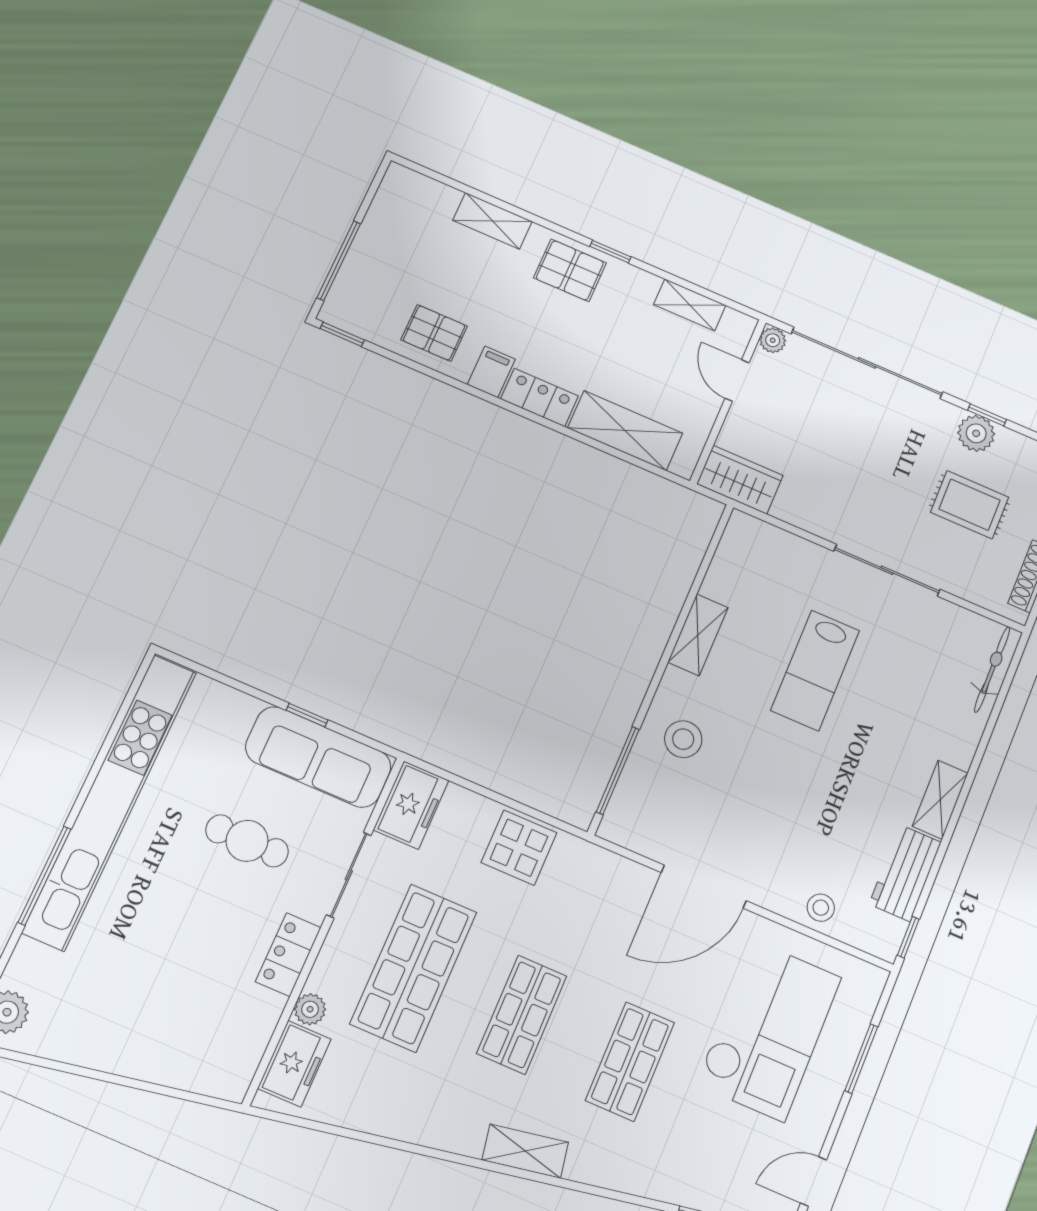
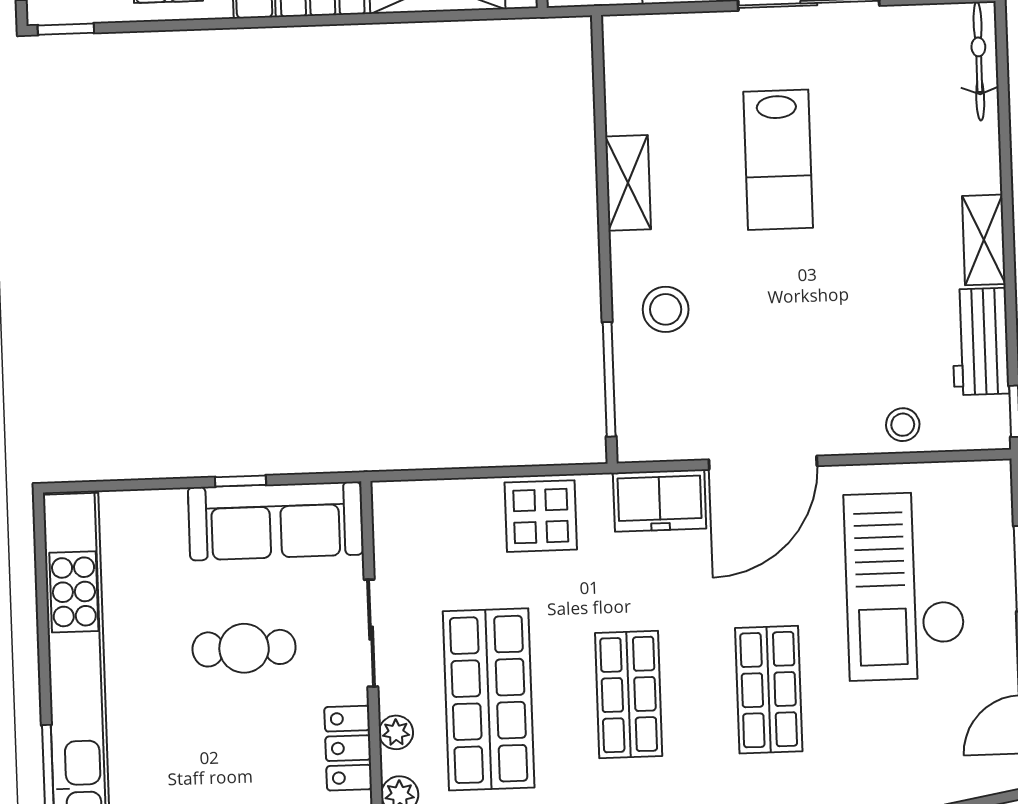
freezer: (411, 805) -> (660, 501), moved, turned 90
plant: (331, 960) -> (396, 732), added
checkout: (769, 1031) -> (905, 586), turned 180

